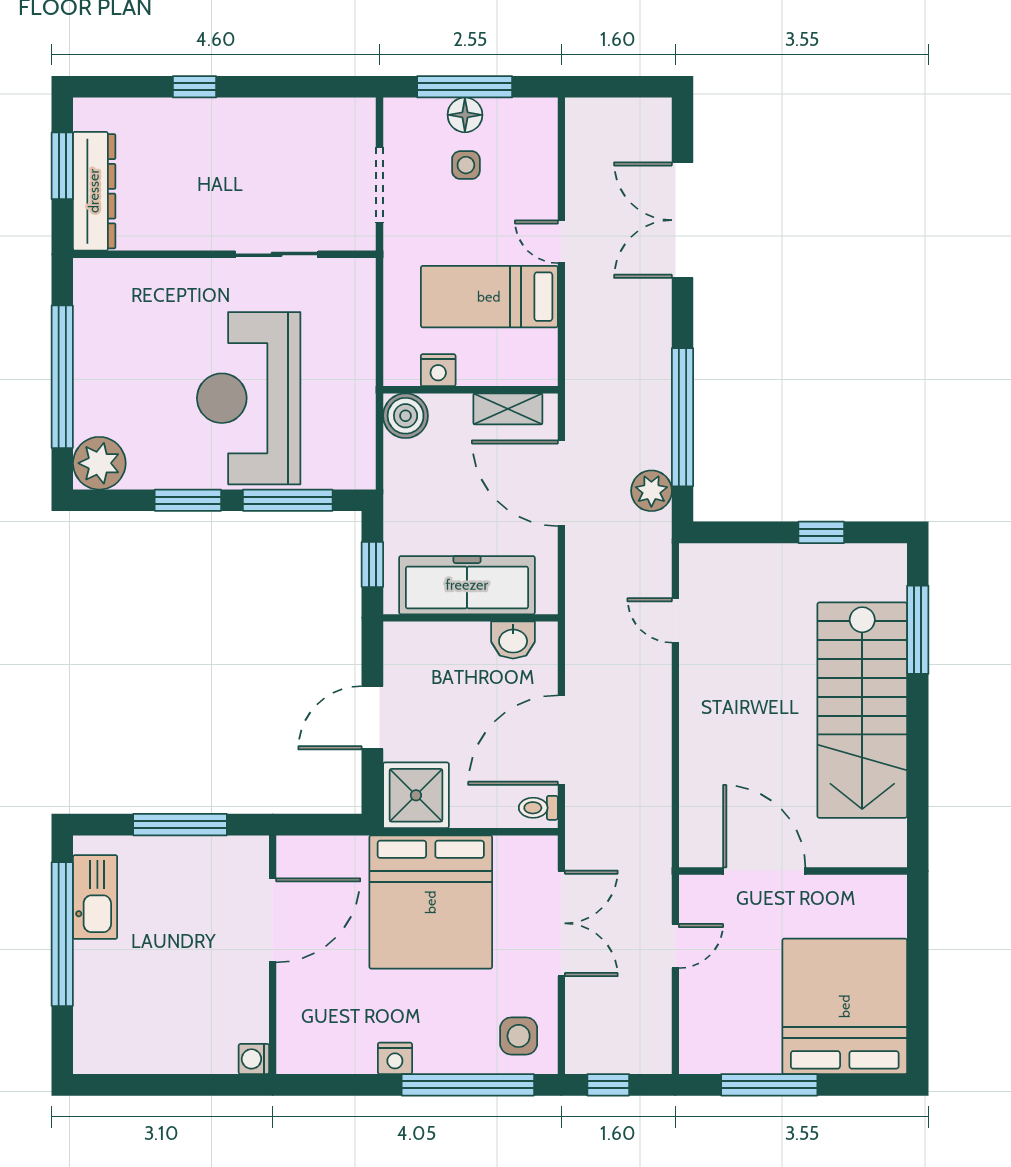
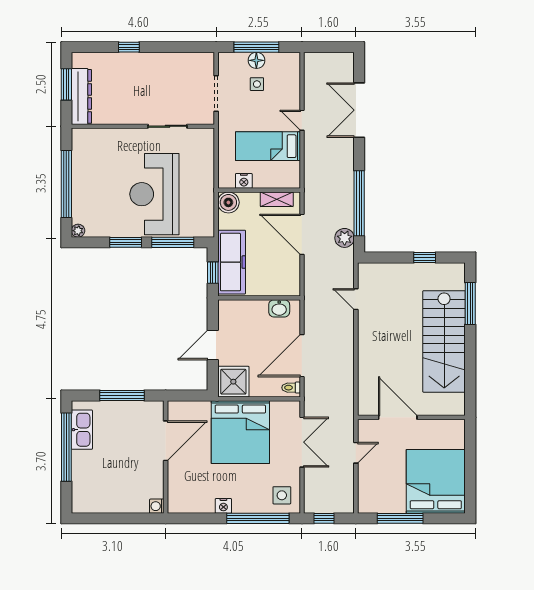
plant: (99, 463) -> (78, 231), width x0.53, depth x0.53
freezer: (467, 585) -> (232, 262), moved, turned 90

